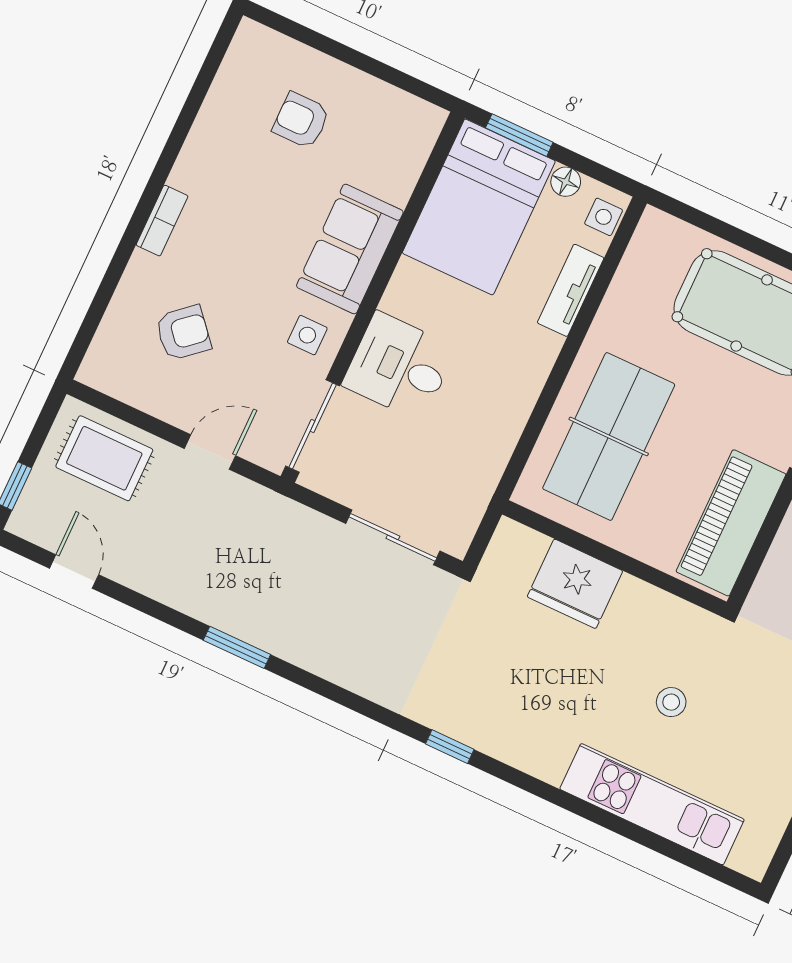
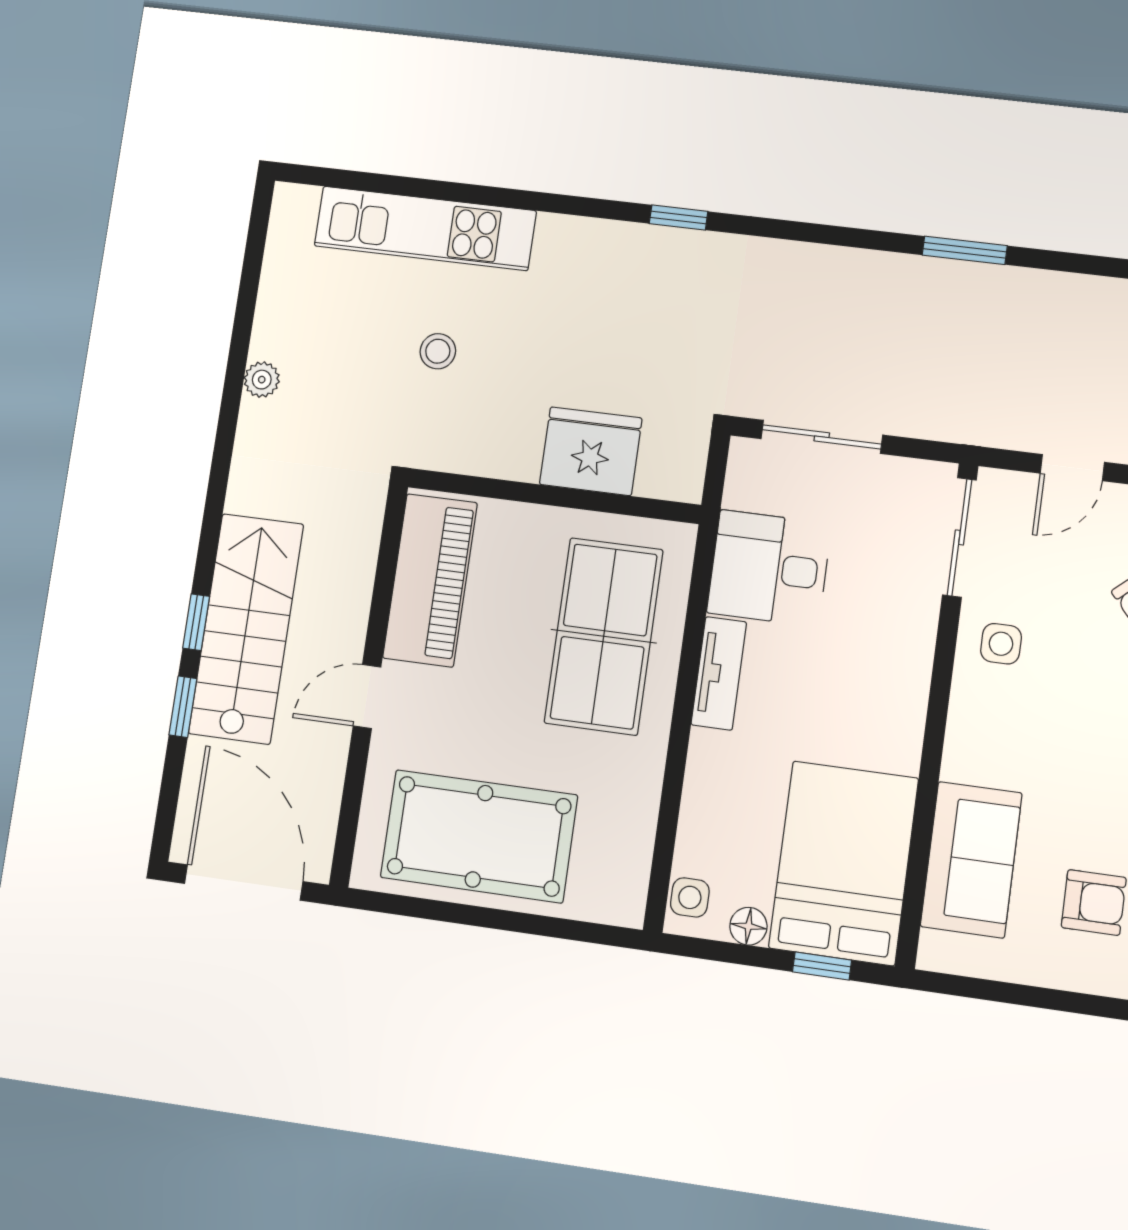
window: (519, 135) -> (822, 966), width x0.67
sofa: (350, 249) -> (971, 860), moved
tv unit: (571, 290) -> (719, 673), moved
desk: (399, 366) -> (769, 568), moved, turned 180

